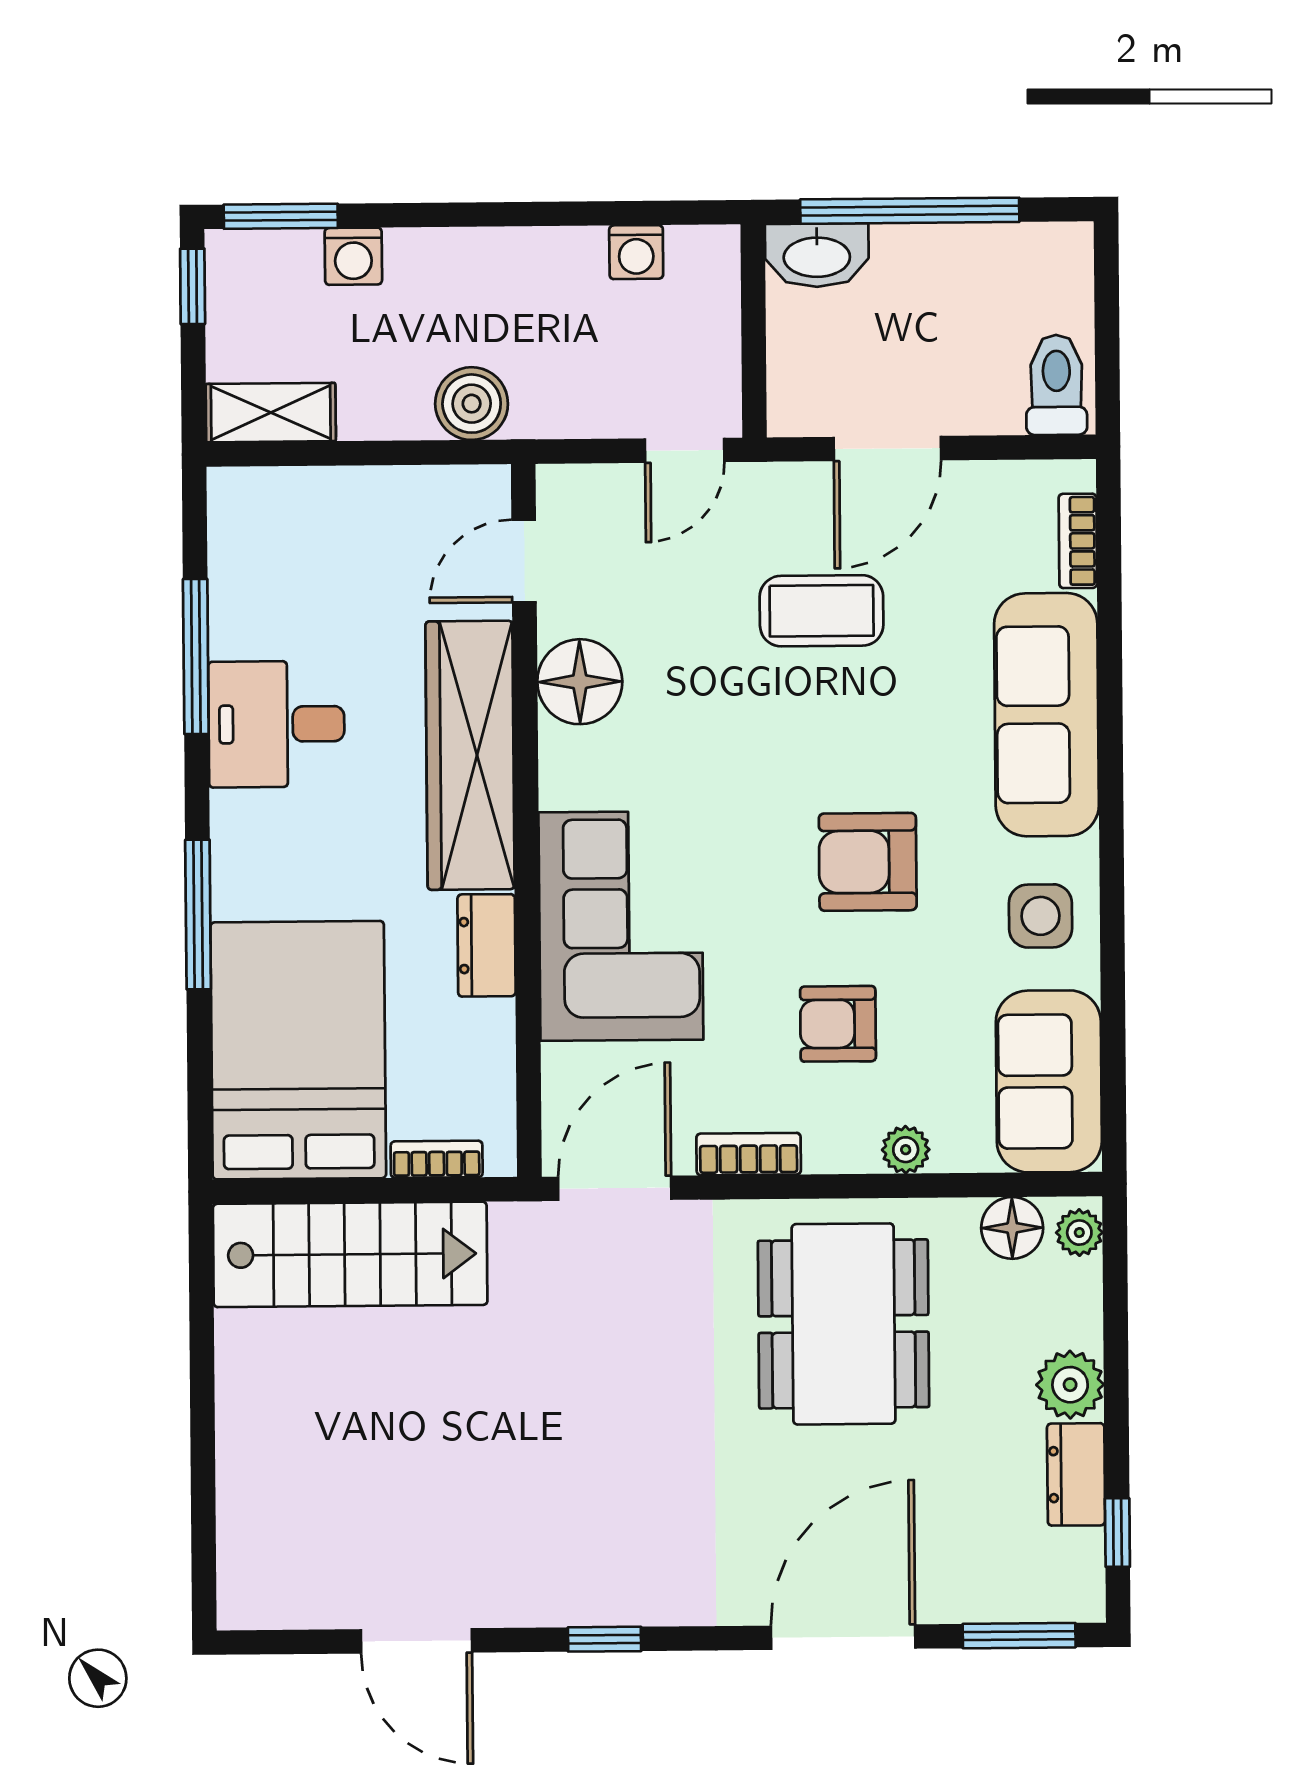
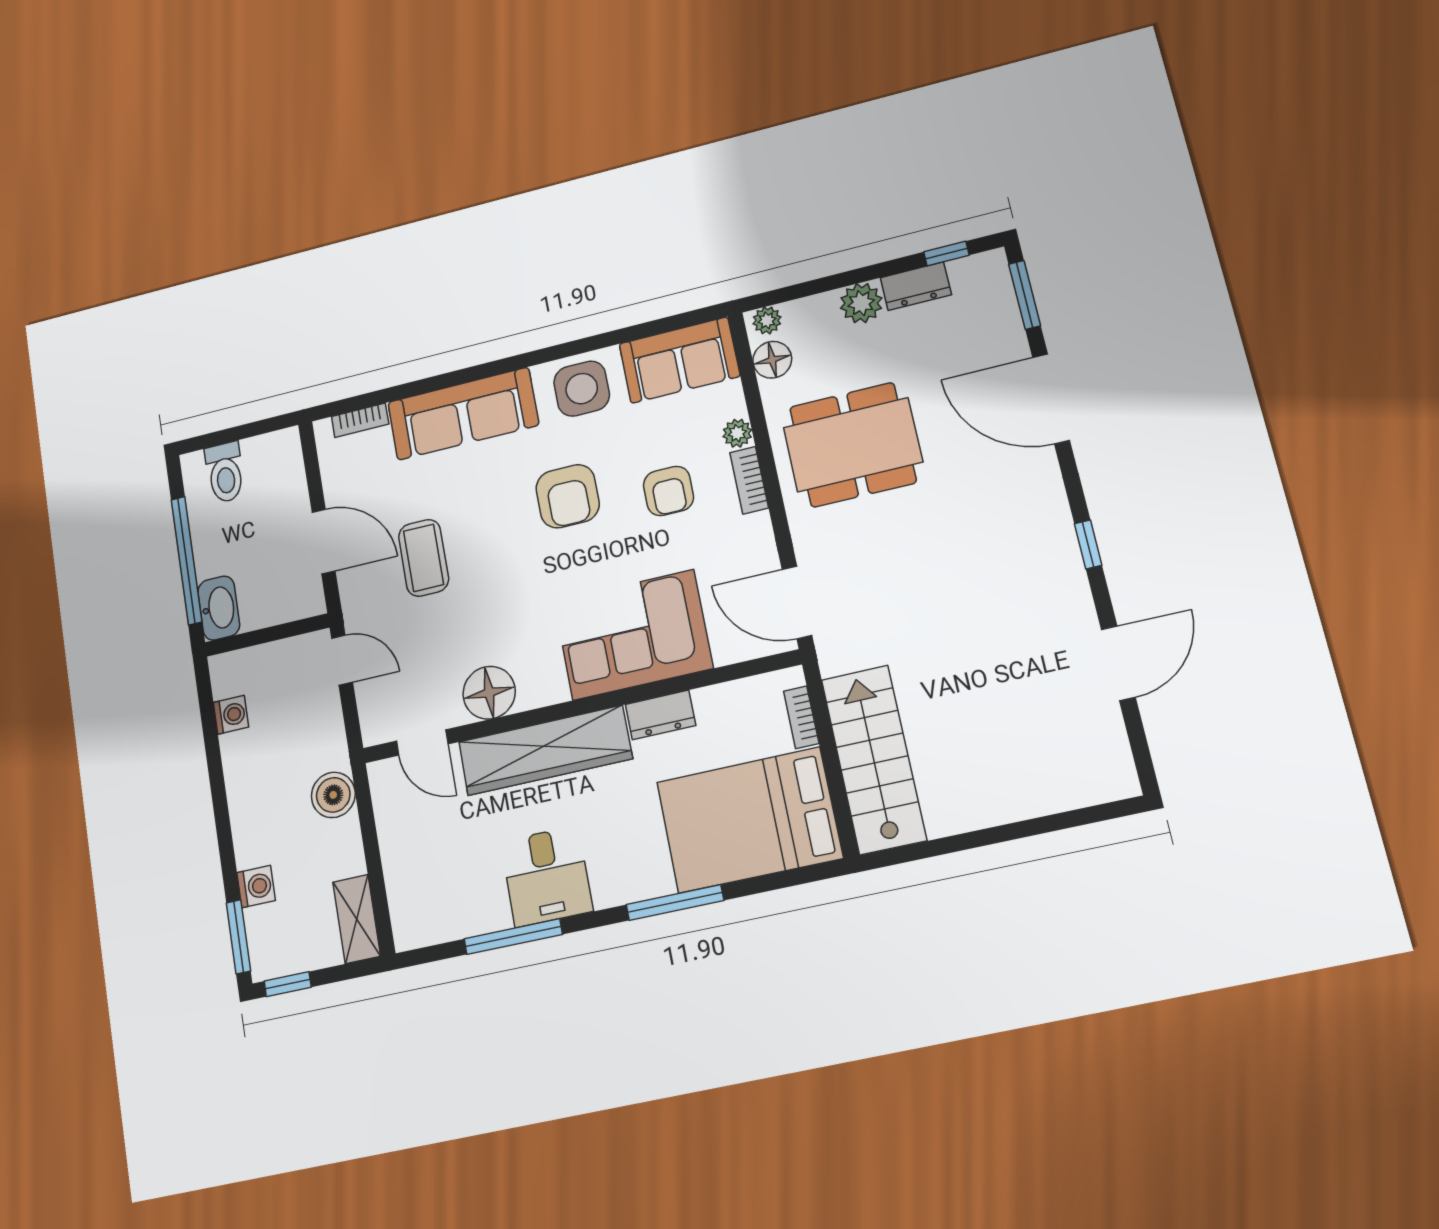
toilet: (1056, 385) -> (225, 472), moved, turned -90
side table: (1040, 916) -> (582, 389), width x1.37, depth x1.37
bookcase: (749, 1154) -> (749, 480), moved

